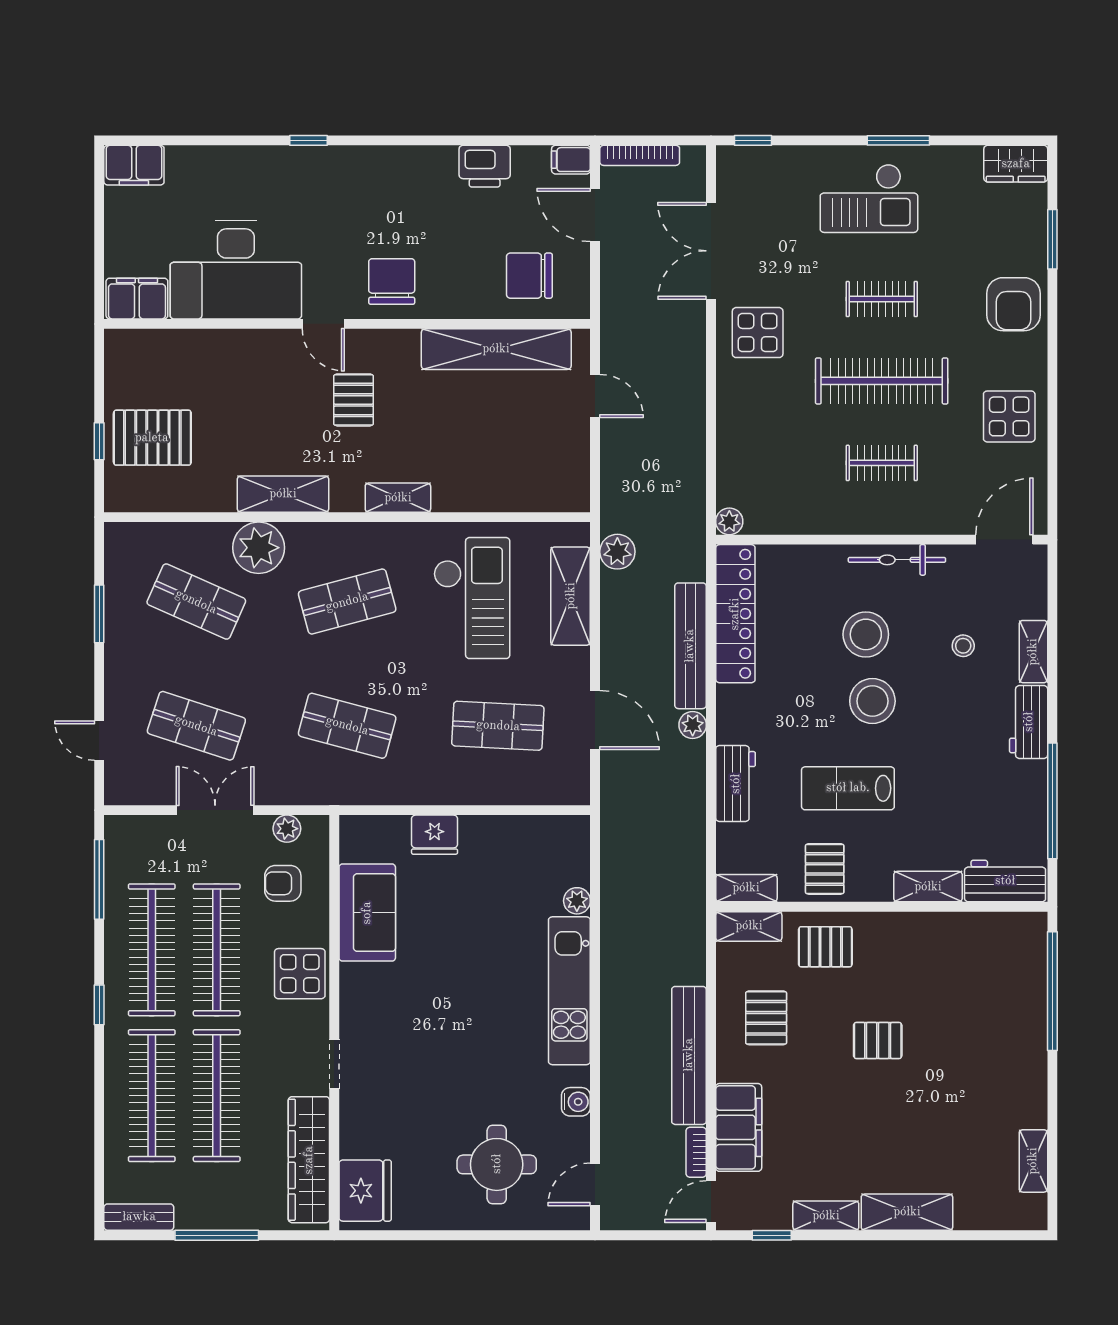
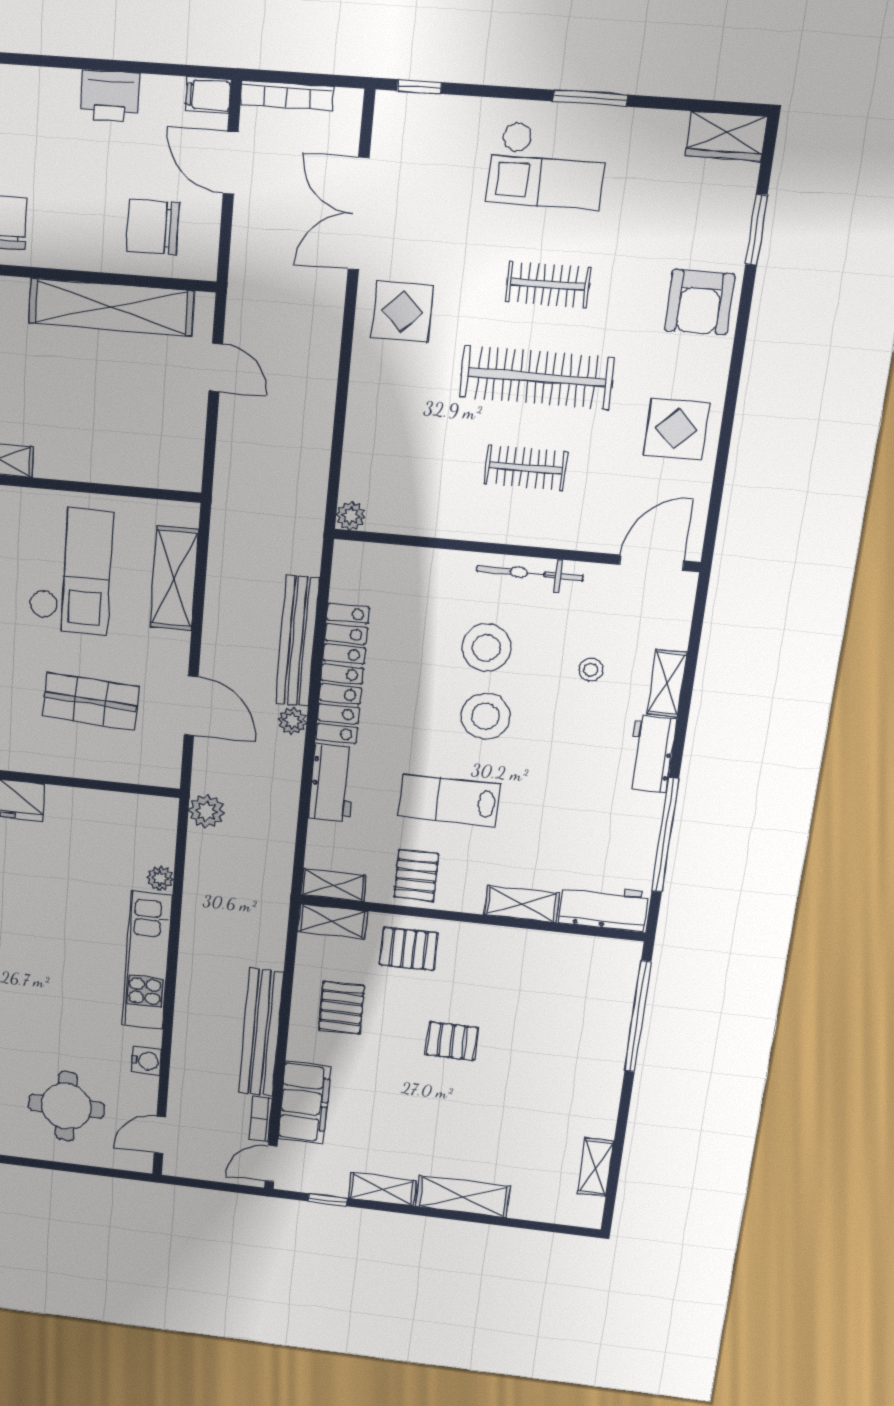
plant: (617, 552) -> (206, 811), moved
locker: (735, 614) -> (342, 674), moved

